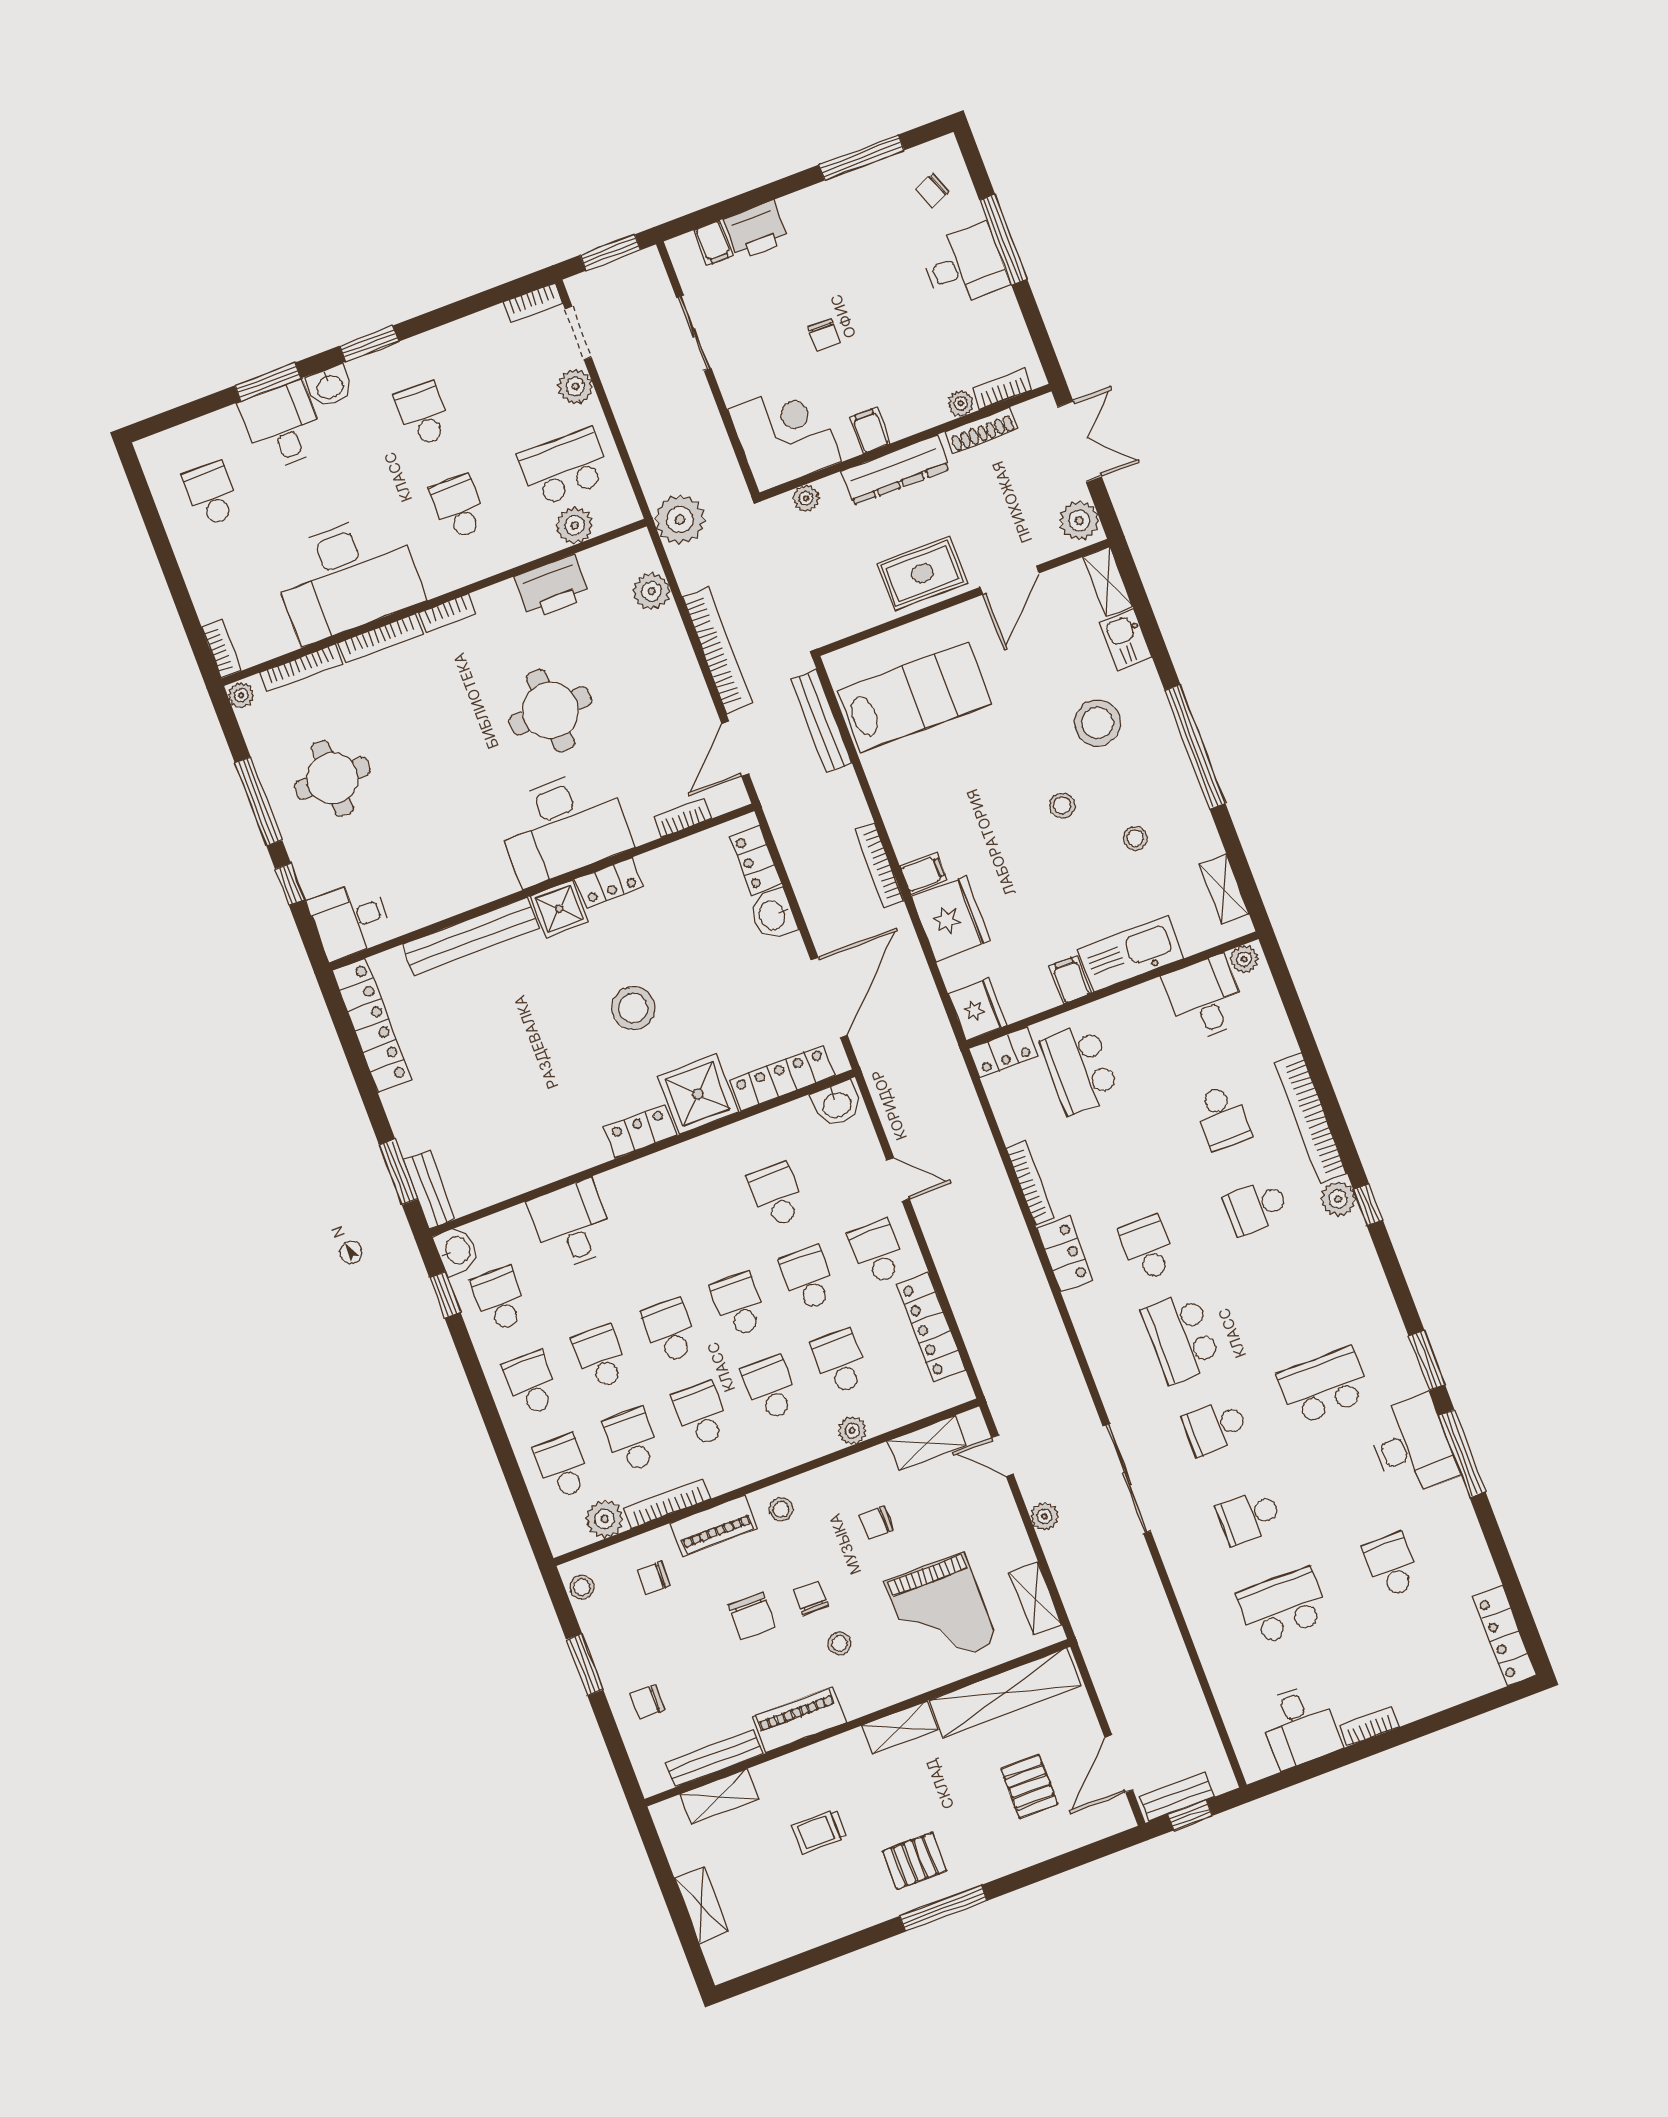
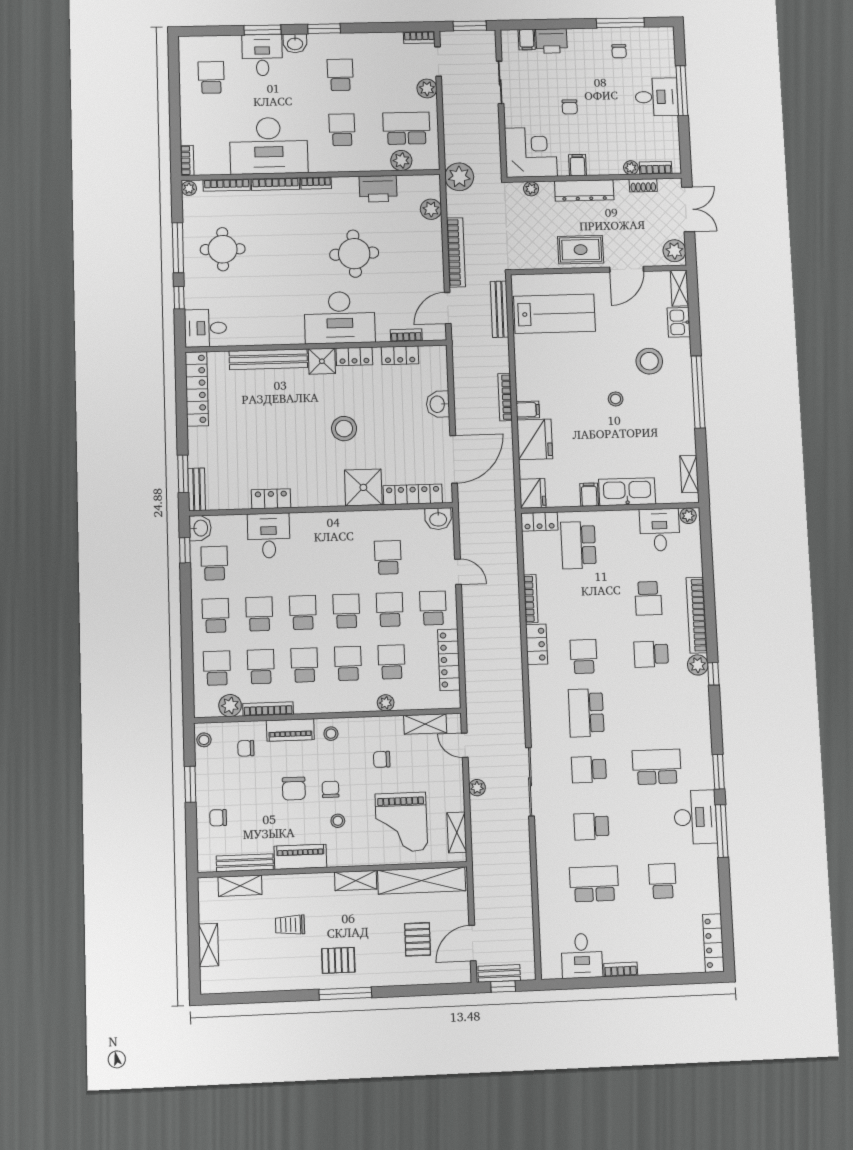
chair: (932, 190) -> (619, 51), moved, turned -68
shoe rack: (981, 430) -> (643, 185), width x0.70
stool: (1135, 838) -> (650, 430), removed
locker: (756, 860) -> (400, 355), moved, turned -90
locker: (640, 1132) -> (271, 499), moved

